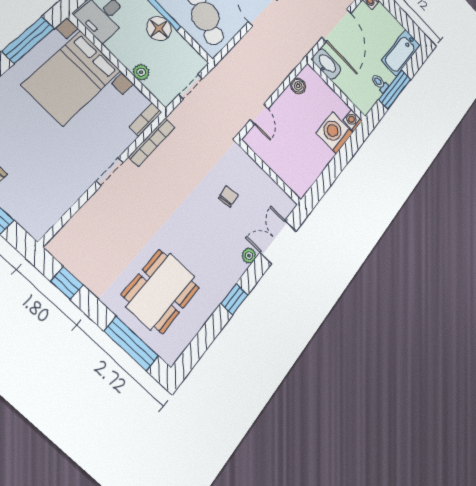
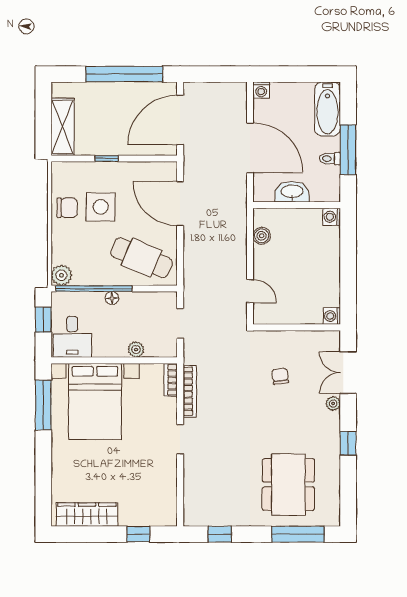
floor lamp: (159, 28) -> (112, 298), width x0.53, depth x0.53
washbasin: (327, 64) -> (292, 192), moved
washing machine: (335, 133) -> (332, 316), moved, width x0.53, depth x0.53

